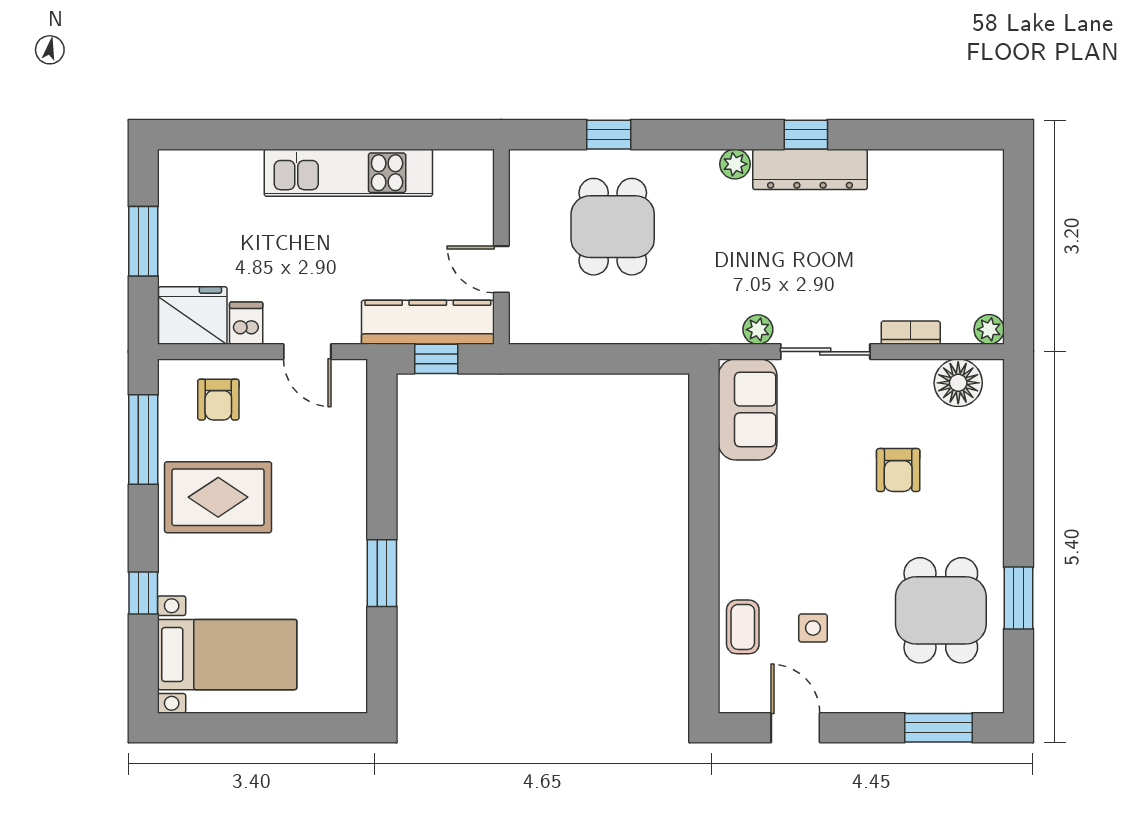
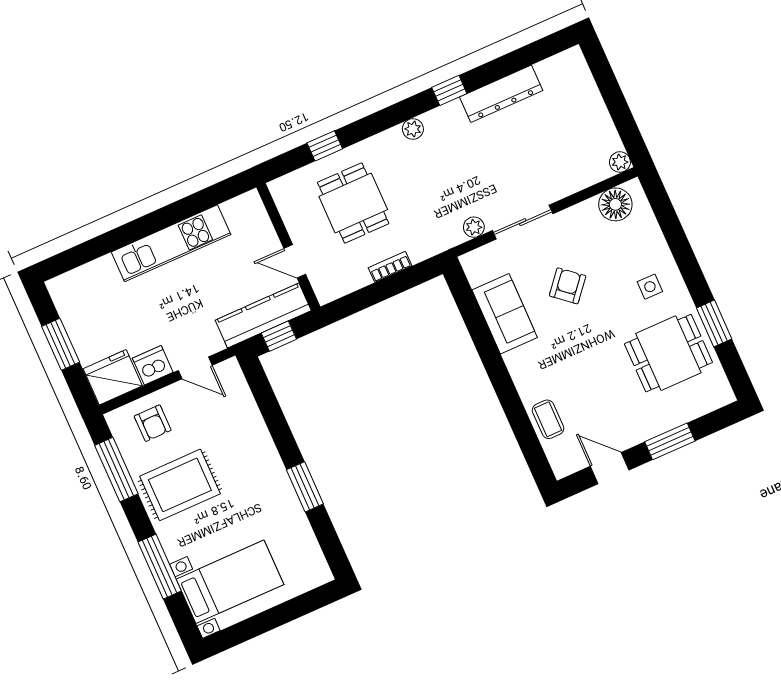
dresser: (810, 169) -> (501, 94), moved
dishwasher: (246, 323) -> (153, 365), width x1.38
bookcase: (911, 333) -> (390, 267), moved
sofa: (748, 409) -> (505, 314), moved
armchair: (898, 470) -> (568, 286), moved, turned -140
window: (143, 593) -> (160, 567), width x2.17
dining table: (941, 610) -> (668, 353), turned 90
side table: (813, 628) -> (650, 287), moved
window: (938, 728) -> (670, 441), moved

